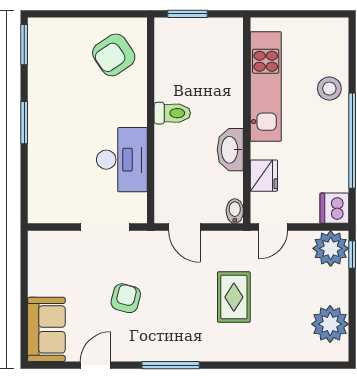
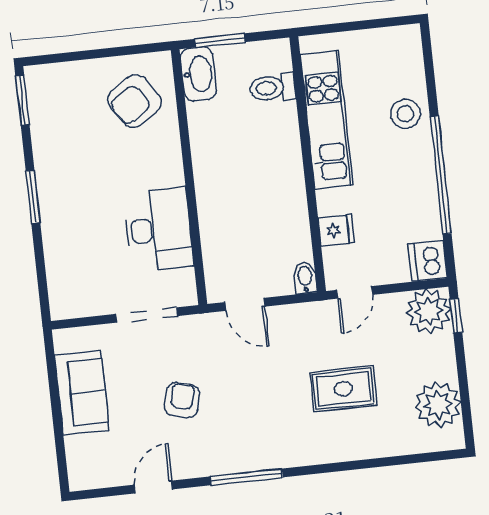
toilet: (172, 113) -> (272, 88), moved, turned 180
washbasin: (230, 150) -> (198, 74), moved, turned 180
fridge: (264, 176) -> (336, 230), width x0.72
rug: (234, 297) -> (343, 389), moved, turned 90
sofa: (46, 329) -> (82, 393), moved

